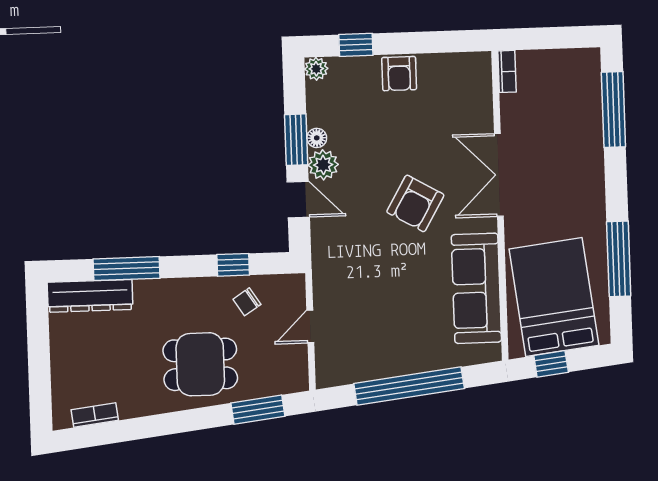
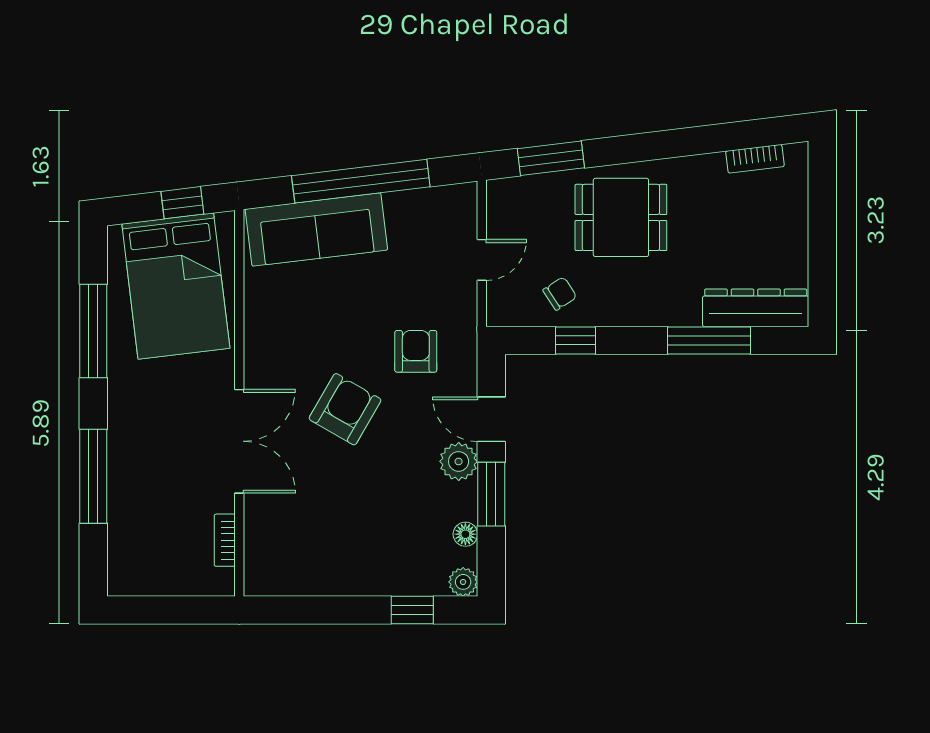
bookcase: (507, 71) -> (225, 540), moved
armchair: (399, 74) -> (416, 351), moved
window: (613, 110) -> (93, 476), moved
floor lamp: (317, 138) -> (465, 534), moved
sofa: (476, 288) -> (316, 229), moved, turned 83

